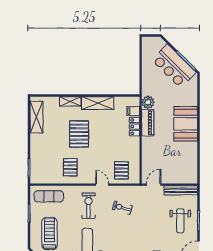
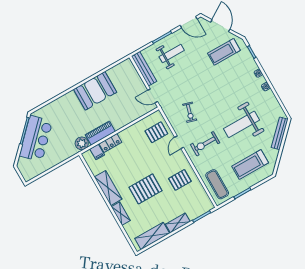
booth: (186, 124) -> (95, 91), moved
shelving: (35, 145) -> (178, 223), added

